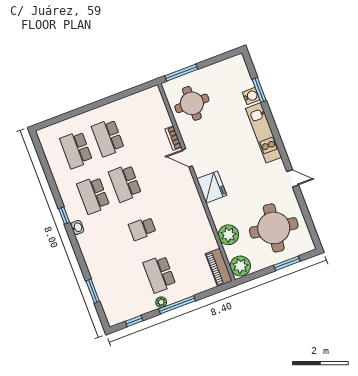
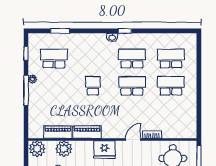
piano: (199, 215) -> (87, 132), added
piano: (219, 267) -> (58, 132), moved
school desk: (159, 274) -> (54, 59), moved

